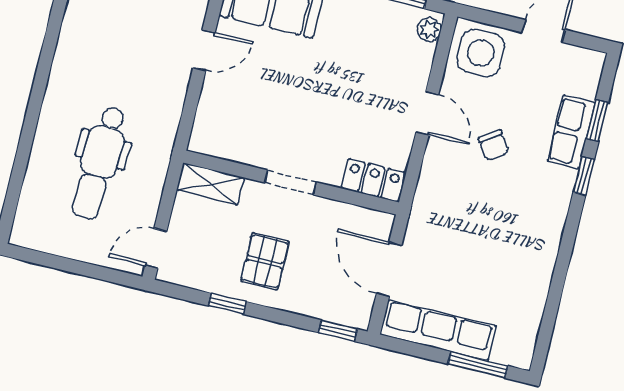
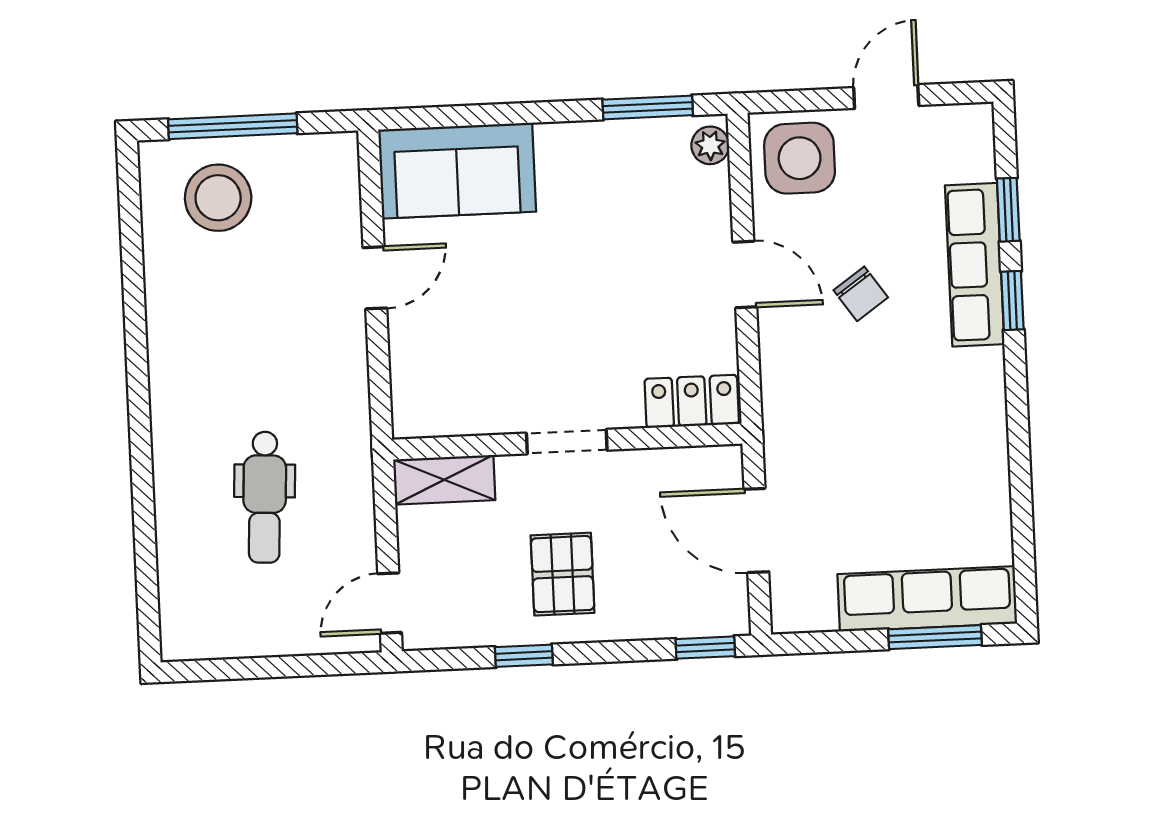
row of seats: (571, 132) -> (975, 265), width x1.48
dental chair: (99, 163) -> (265, 497), width x0.73, depth x0.72
row of seats: (438, 330) -> (927, 599), moved

